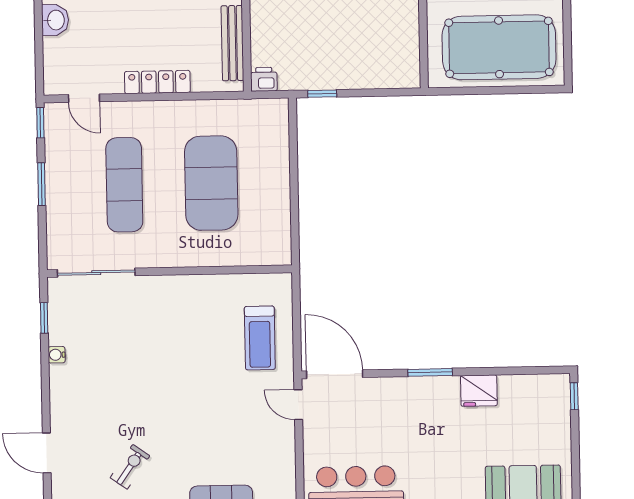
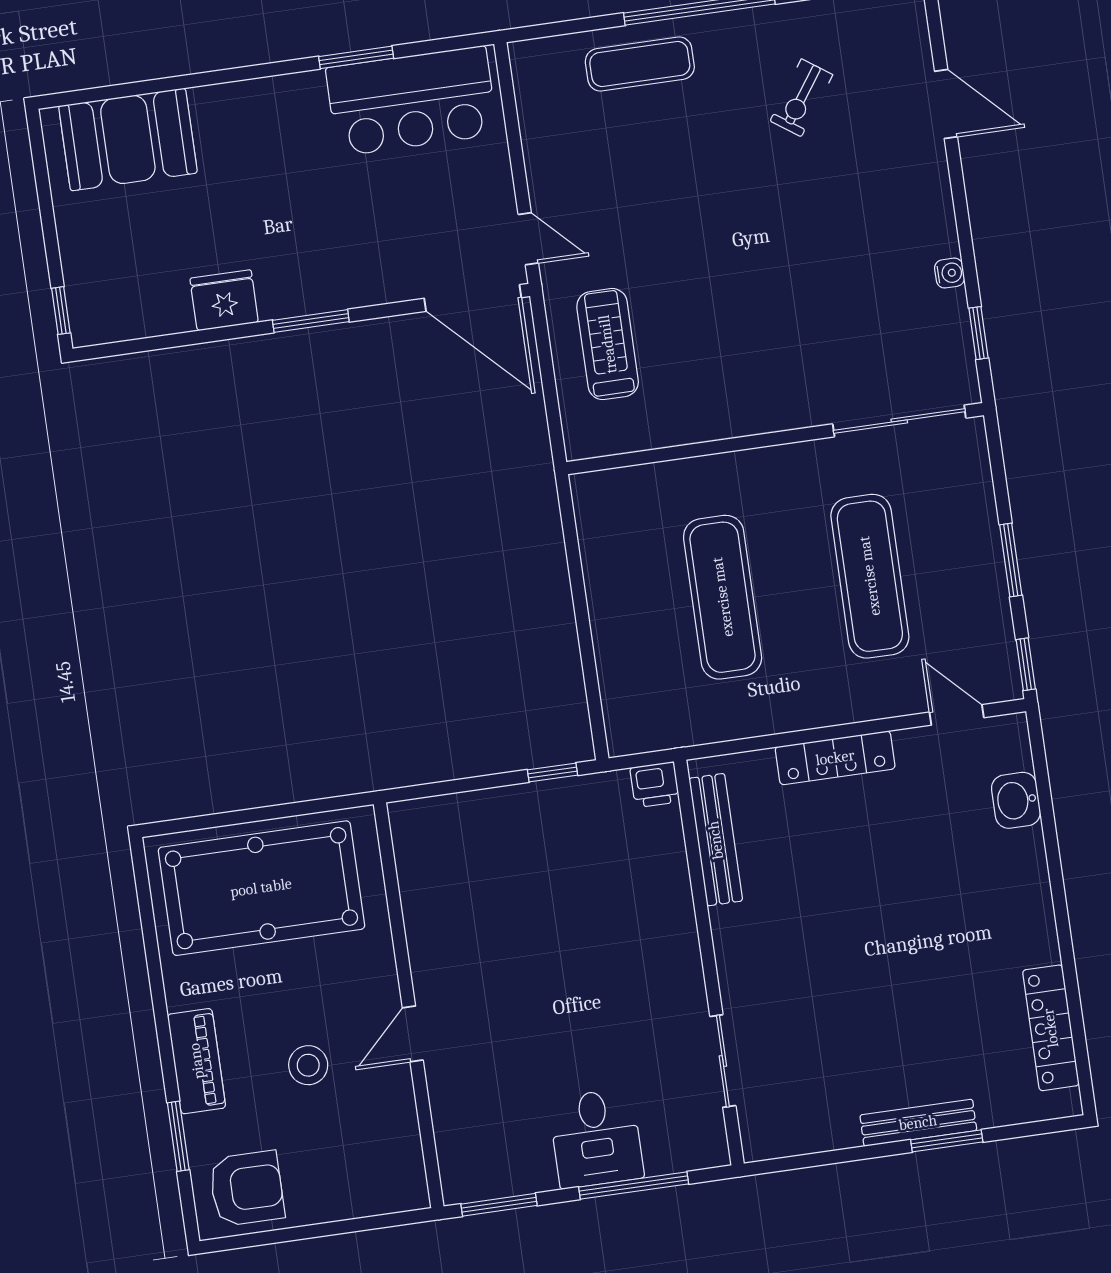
washbasin: (55, 20) -> (1016, 800), moved
exercise mat: (211, 183) -> (723, 597), width x0.68

